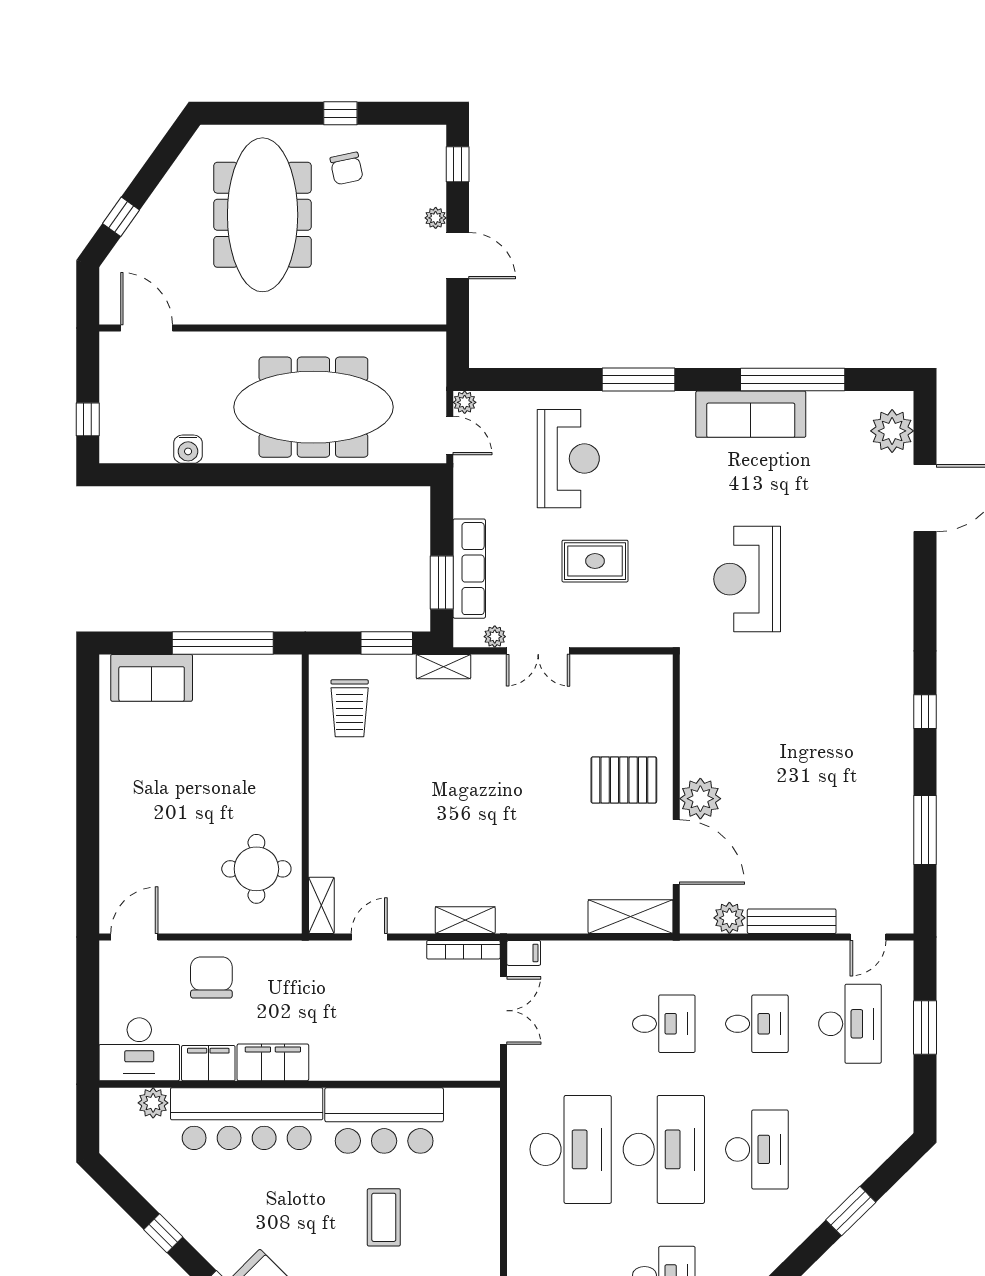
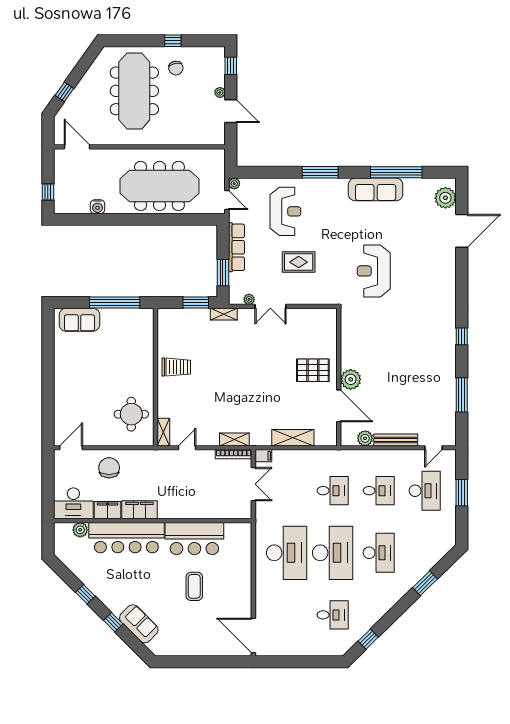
row of seats: (469, 569) -> (236, 247), moved
trolley: (350, 708) -> (176, 367), moved, turned -90
shelving: (631, 917) -> (293, 438), moved

